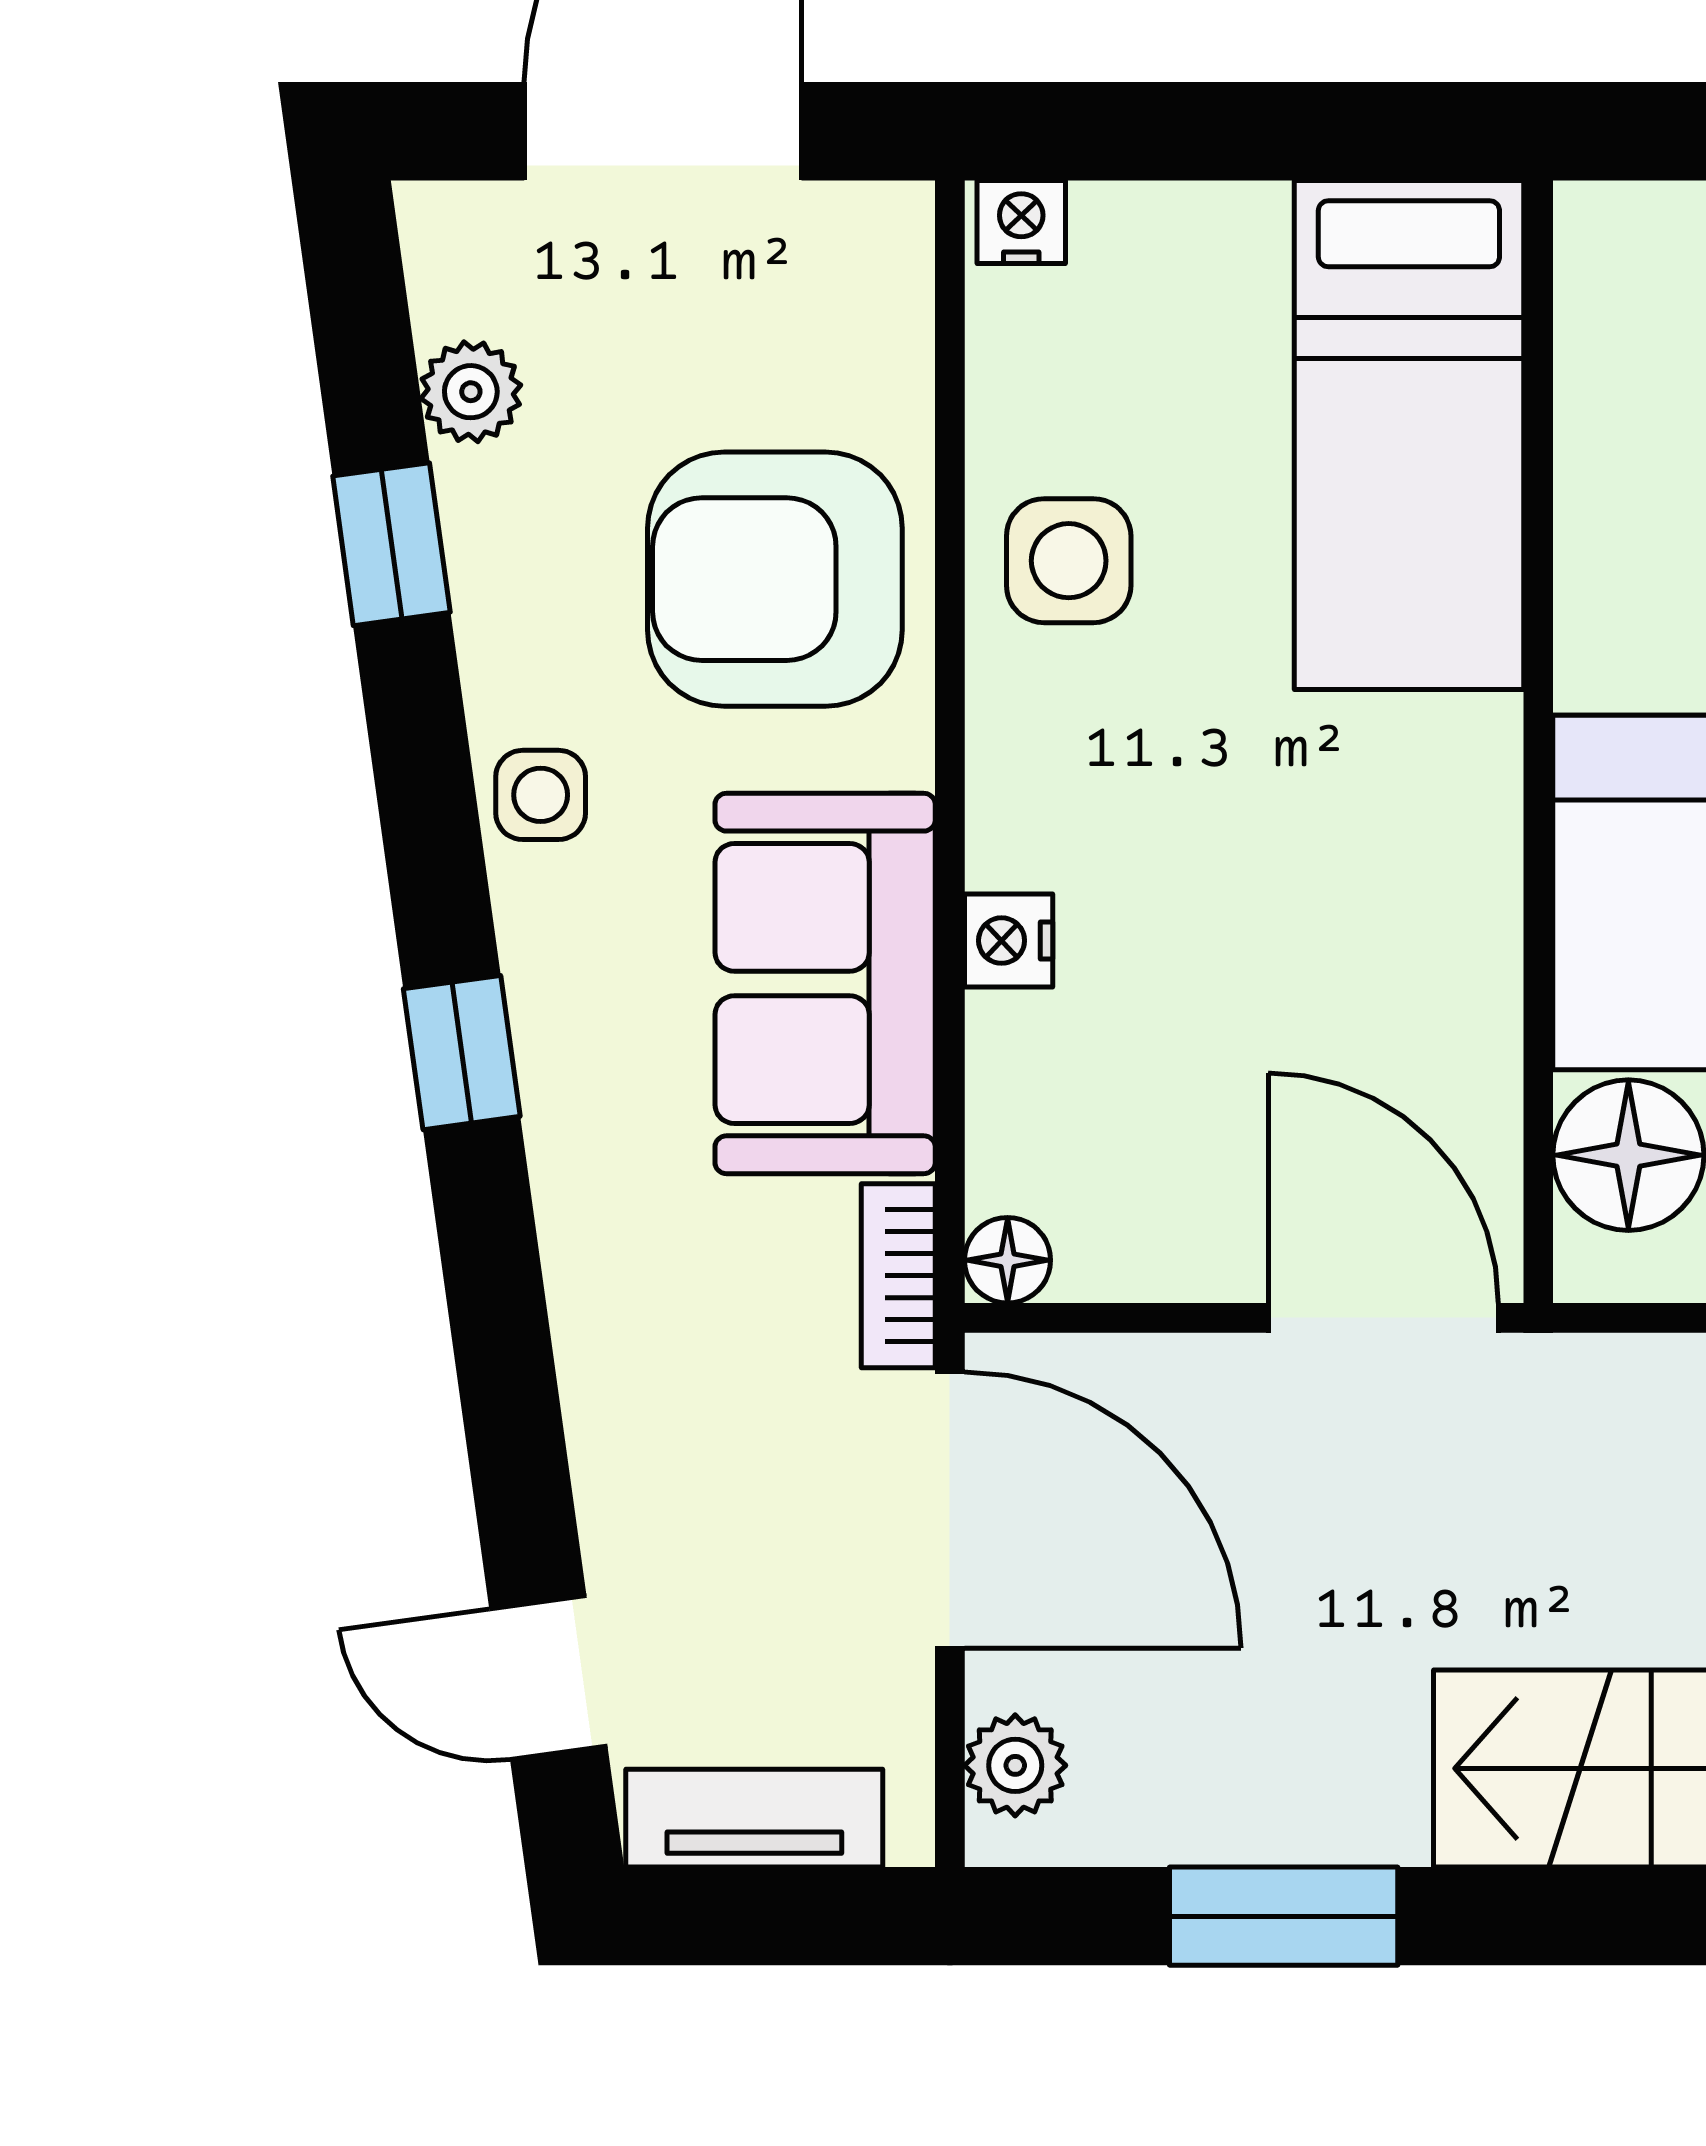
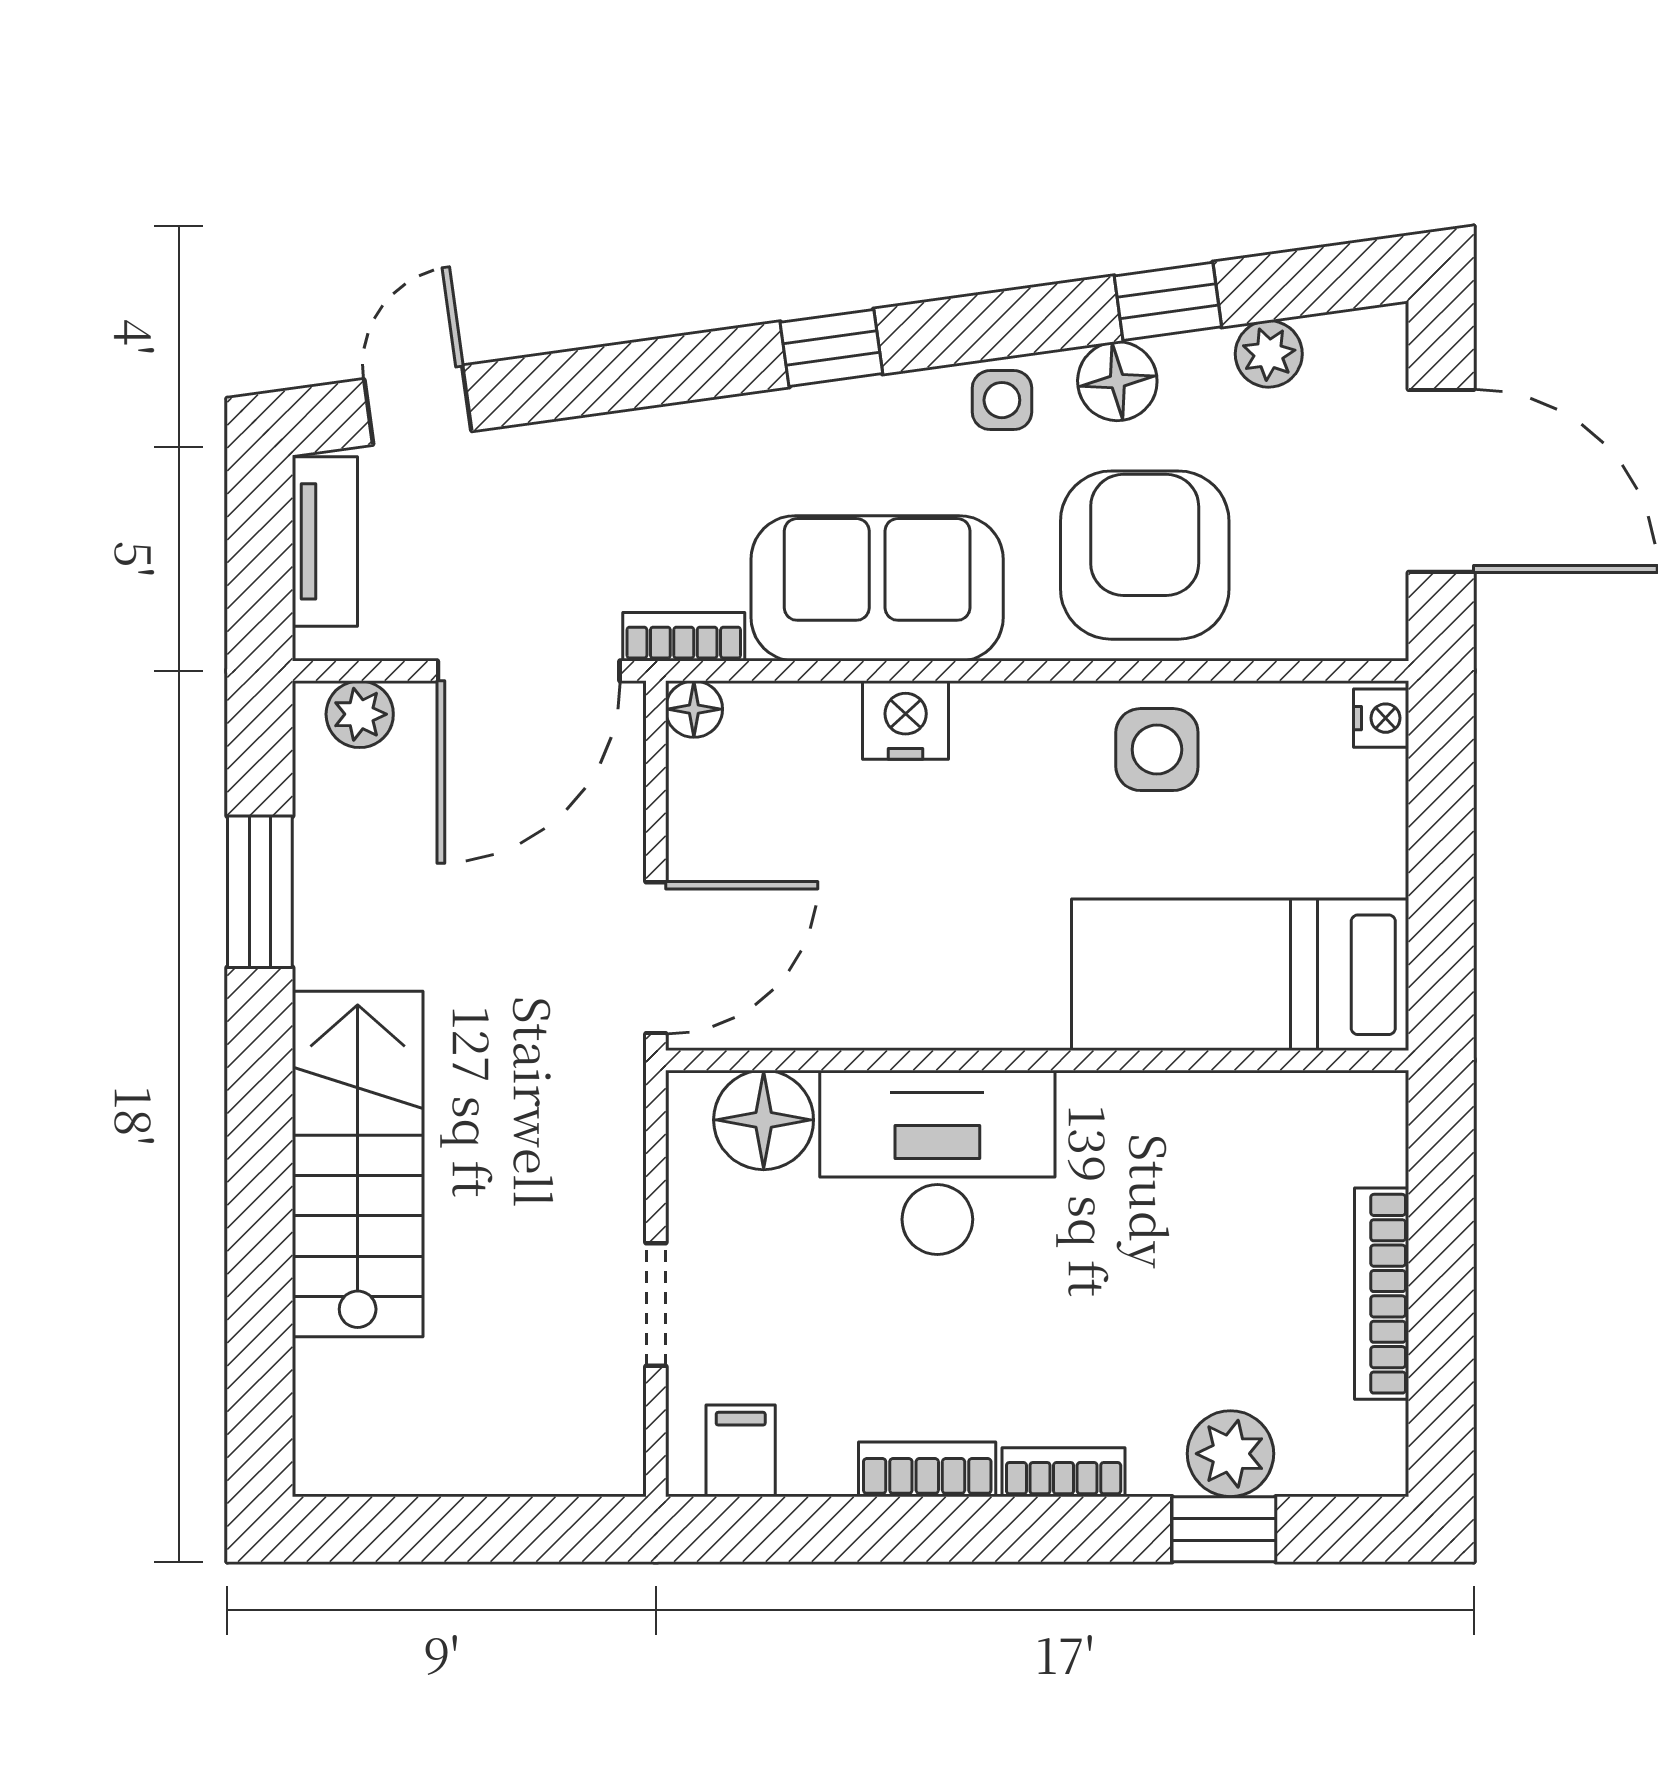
floor lamp: (512, 621) -> (1117, 381), added
nightstand: (1009, 941) -> (906, 720), width x1.39, depth x1.35

